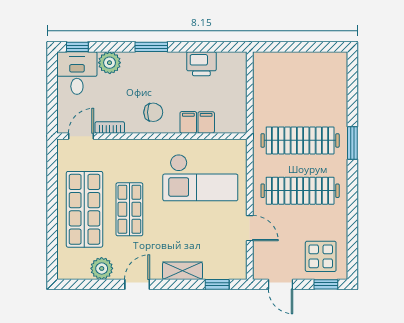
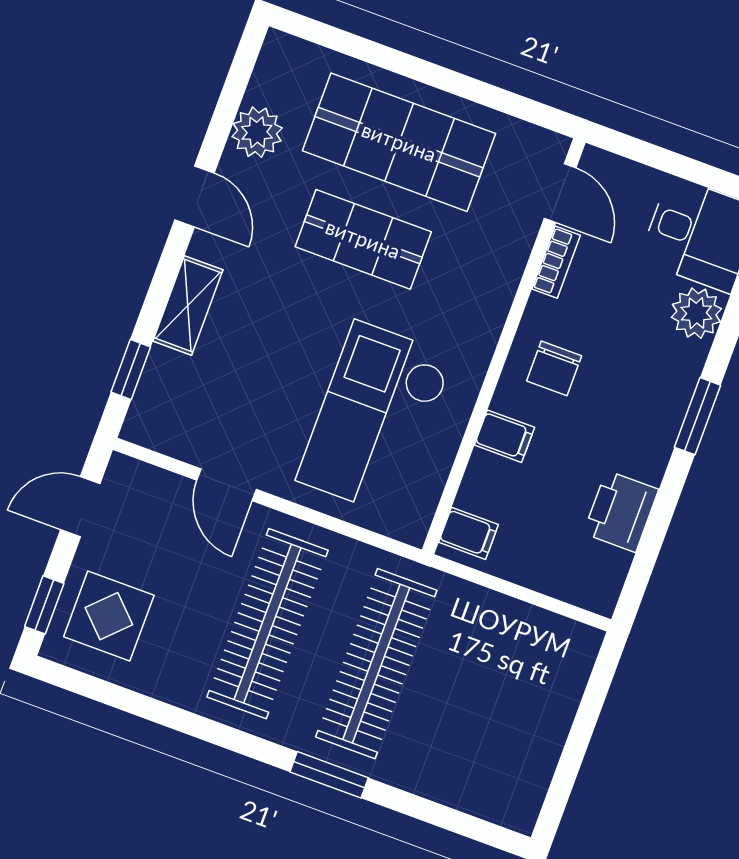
filing cabinet: (206, 122) -> (468, 533), moved
door: (250, 228) -> (227, 485), hinge flipped

